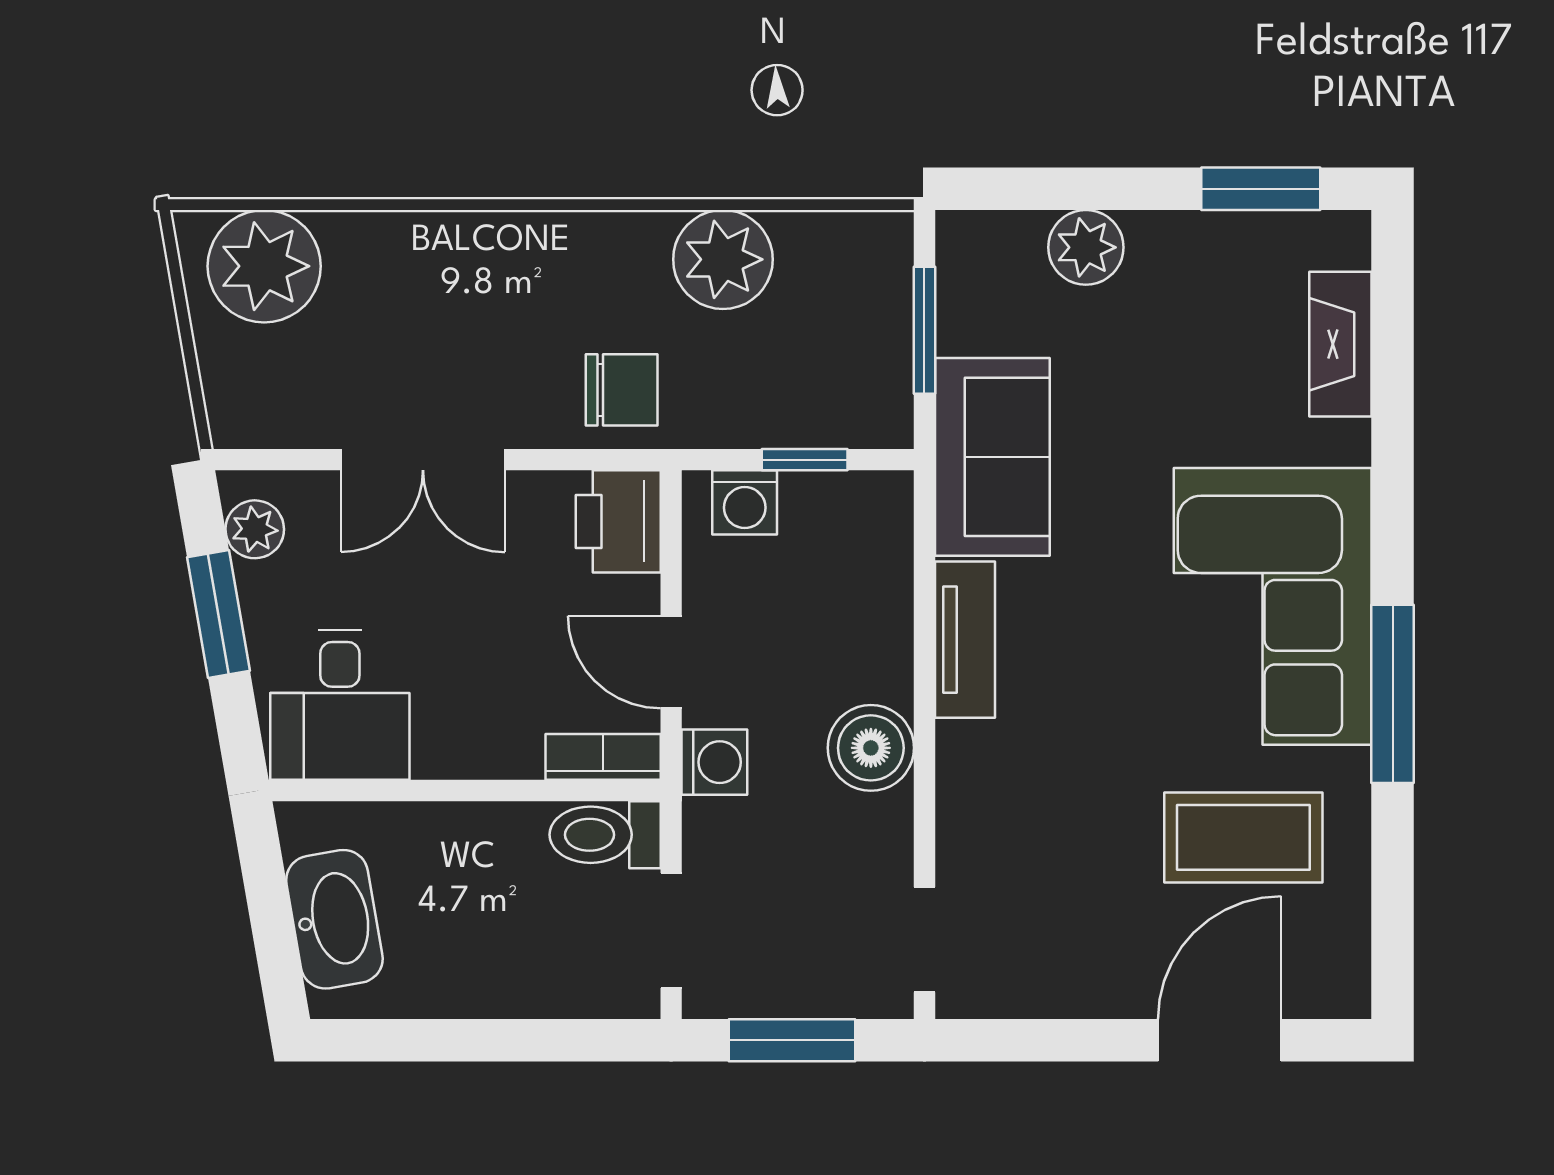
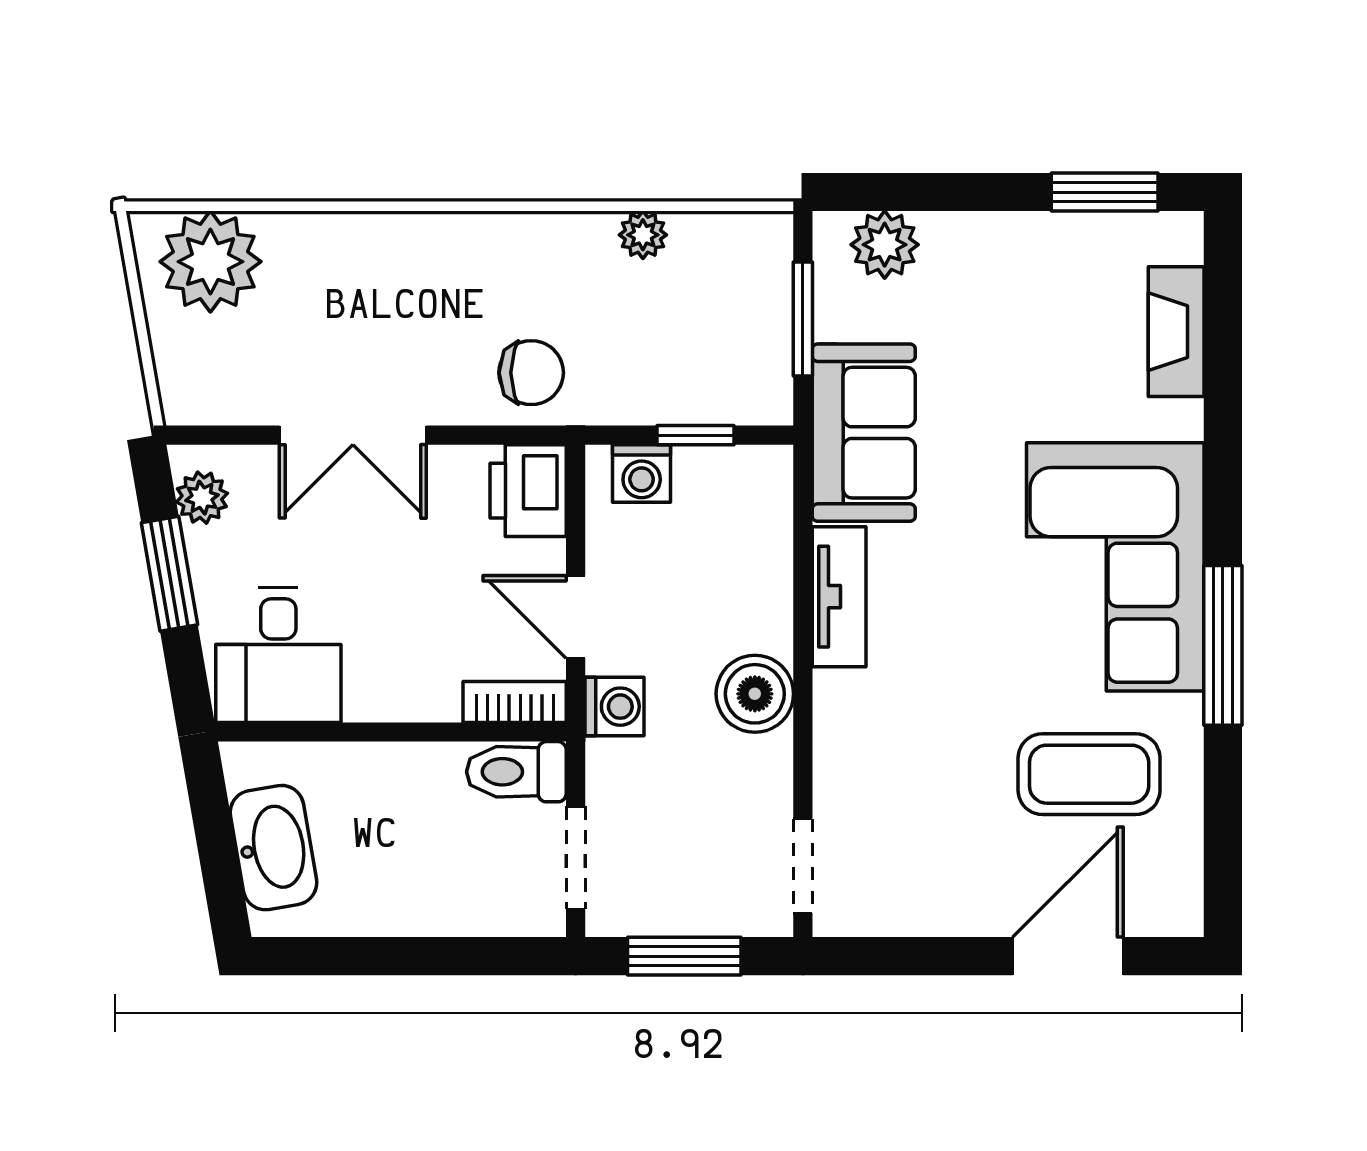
plant: (1086, 247) -> (885, 245), moved
plant: (723, 259) -> (643, 235), width x0.53, depth x0.53

